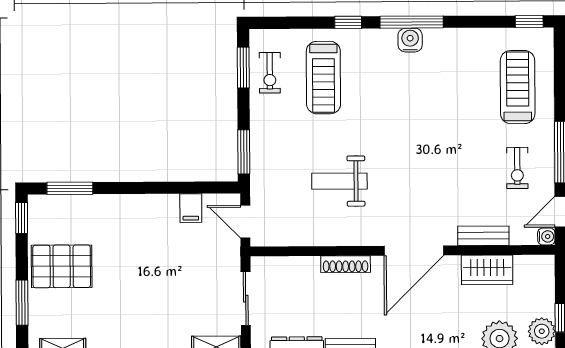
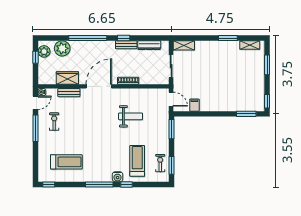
water cooler: (410, 40) -> (118, 177), moved
treadmill: (518, 87) -> (66, 162), moved, turned -90
pallet: (62, 266) -> (250, 80), removed

